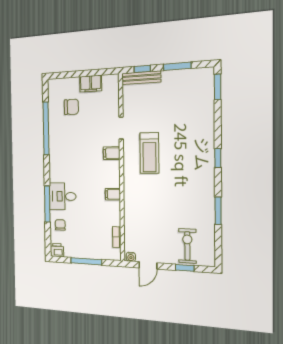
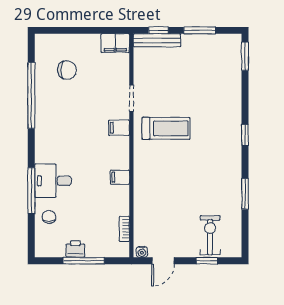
filing cabinet: (91, 84) -> (115, 43), moved
treadmill: (149, 153) -> (166, 128), turned -90
printer: (57, 250) -> (75, 249), moved

